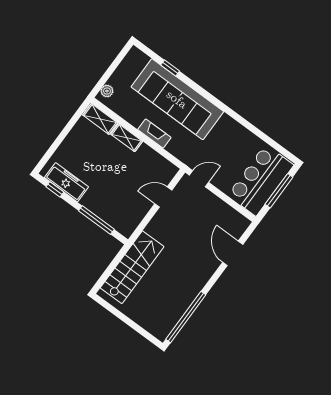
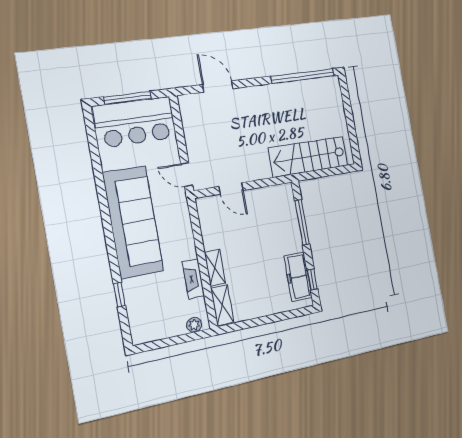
sofa: (177, 99) -> (133, 222), moved
fireplace: (154, 134) -> (193, 279), moved
door: (233, 253) -> (218, 87), swing flipped

